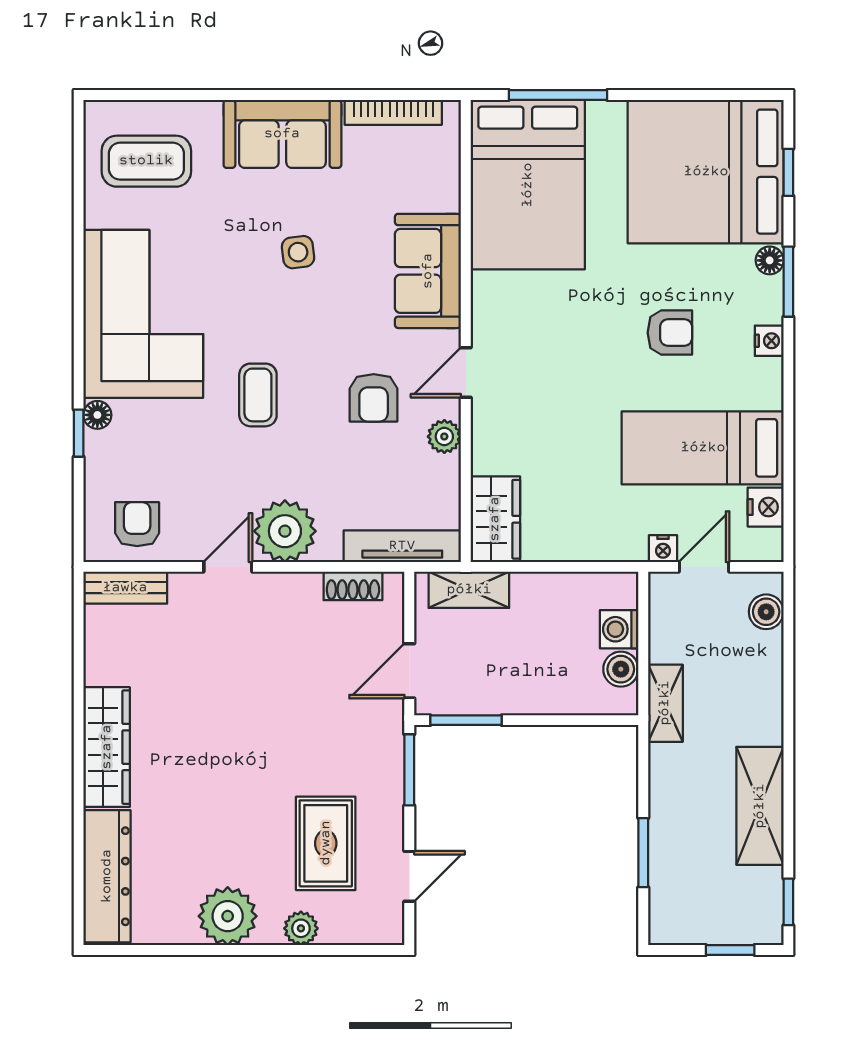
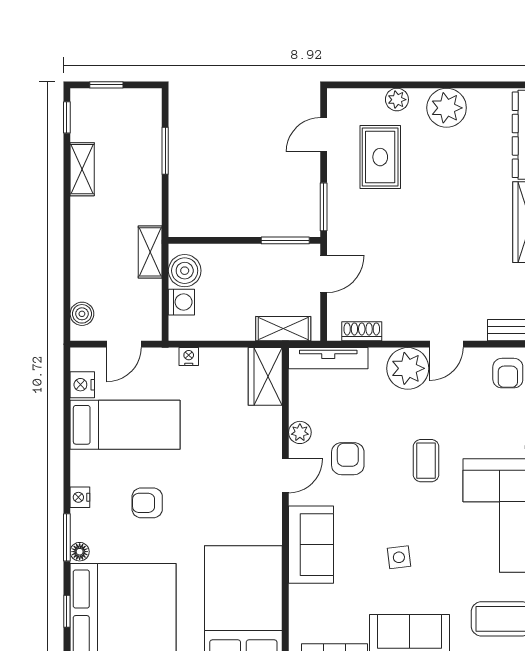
nightstand: (663, 549) -> (189, 357), moved
boiler: (621, 669) -> (185, 271), width x1.36, depth x1.36
shelving: (760, 806) -> (82, 169), width x0.67, depth x0.75

